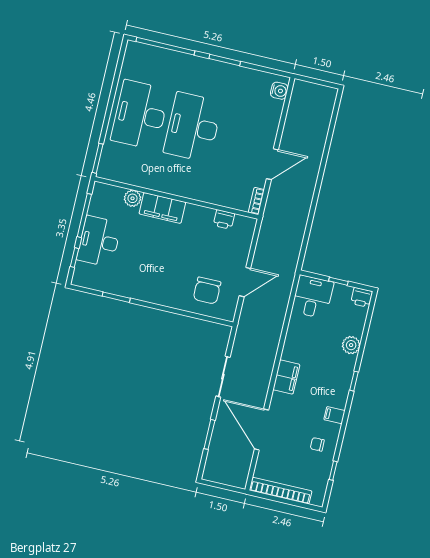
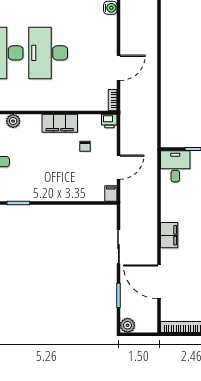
filing cabinet: (162, 208) -> (60, 123), moved
printer: (224, 219) -> (109, 121), moved
chair: (207, 291) -> (85, 146), moved, width x0.54, depth x0.54
filing cabinet: (229, 311) -> (111, 194), added
plant: (212, 472) -> (128, 325), added

